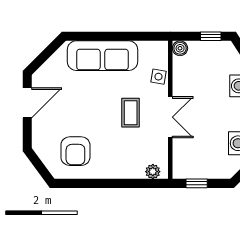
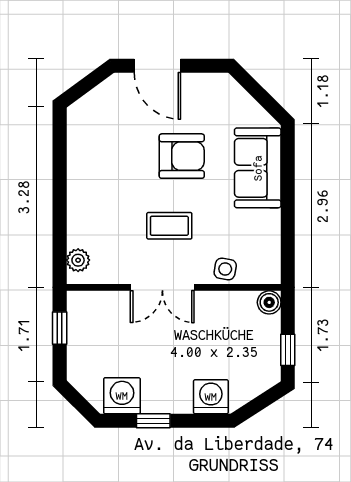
sofa: (103, 56) -> (258, 168), width x0.73
door: (27, 103) -> (157, 66), moved
armchair: (75, 151) -> (182, 156), moved, turned 180

